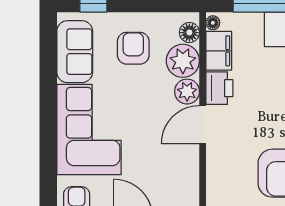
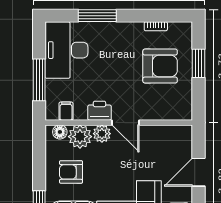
floor lamp: (213, 23) -> (53, 115), removed
filing cabinet: (219, 51) -> (66, 111), width x0.50

